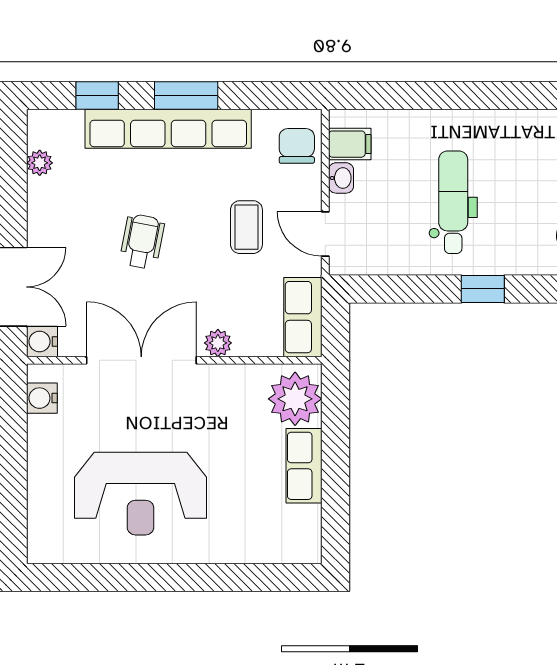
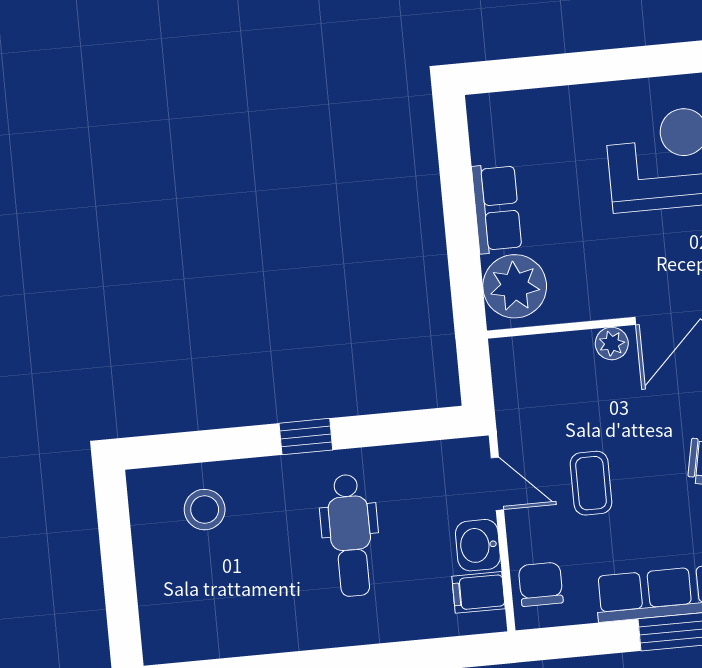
chair: (297, 146) -> (541, 584), turned 180
washbasin: (341, 178) -> (478, 545), width x1.38, depth x1.45
row of seats: (303, 317) -> (515, 383), removed

